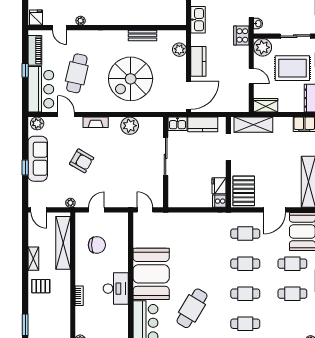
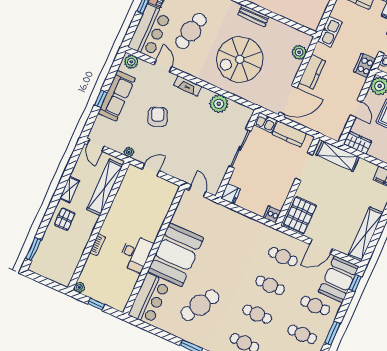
bench: (142, 35) -> (253, 16), moved
armchair: (82, 161) -> (158, 117), turned -142
fridge: (219, 186) -> (231, 194), moved, turned 180
chair: (97, 245) -> (136, 204), removed
pallet: (41, 286) -> (65, 219), turned 90

